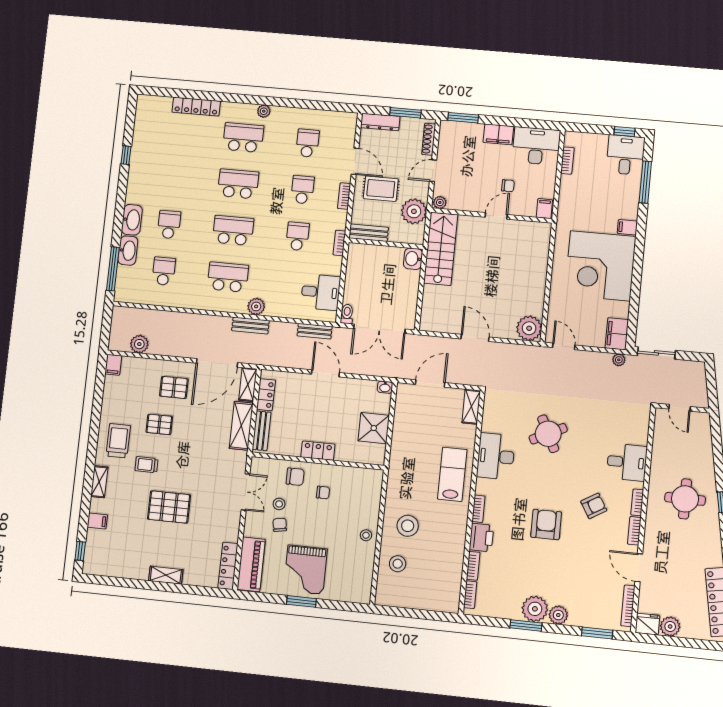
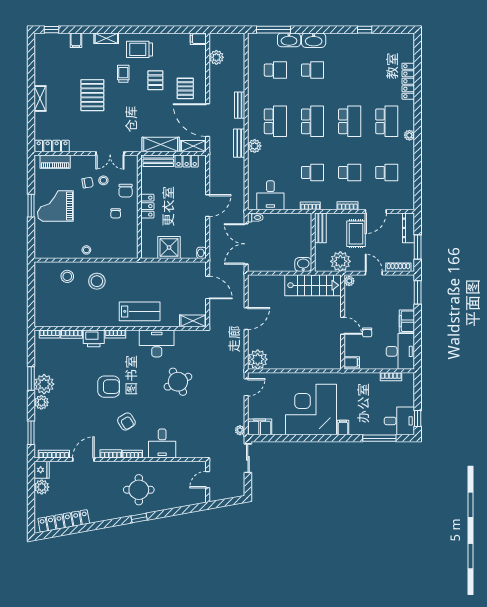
bench: (315, 331) -> (240, 105), moved
trolley: (118, 441) -> (140, 49), turned 180
piano: (251, 564) -> (55, 162), width x0.73, depth x0.75

